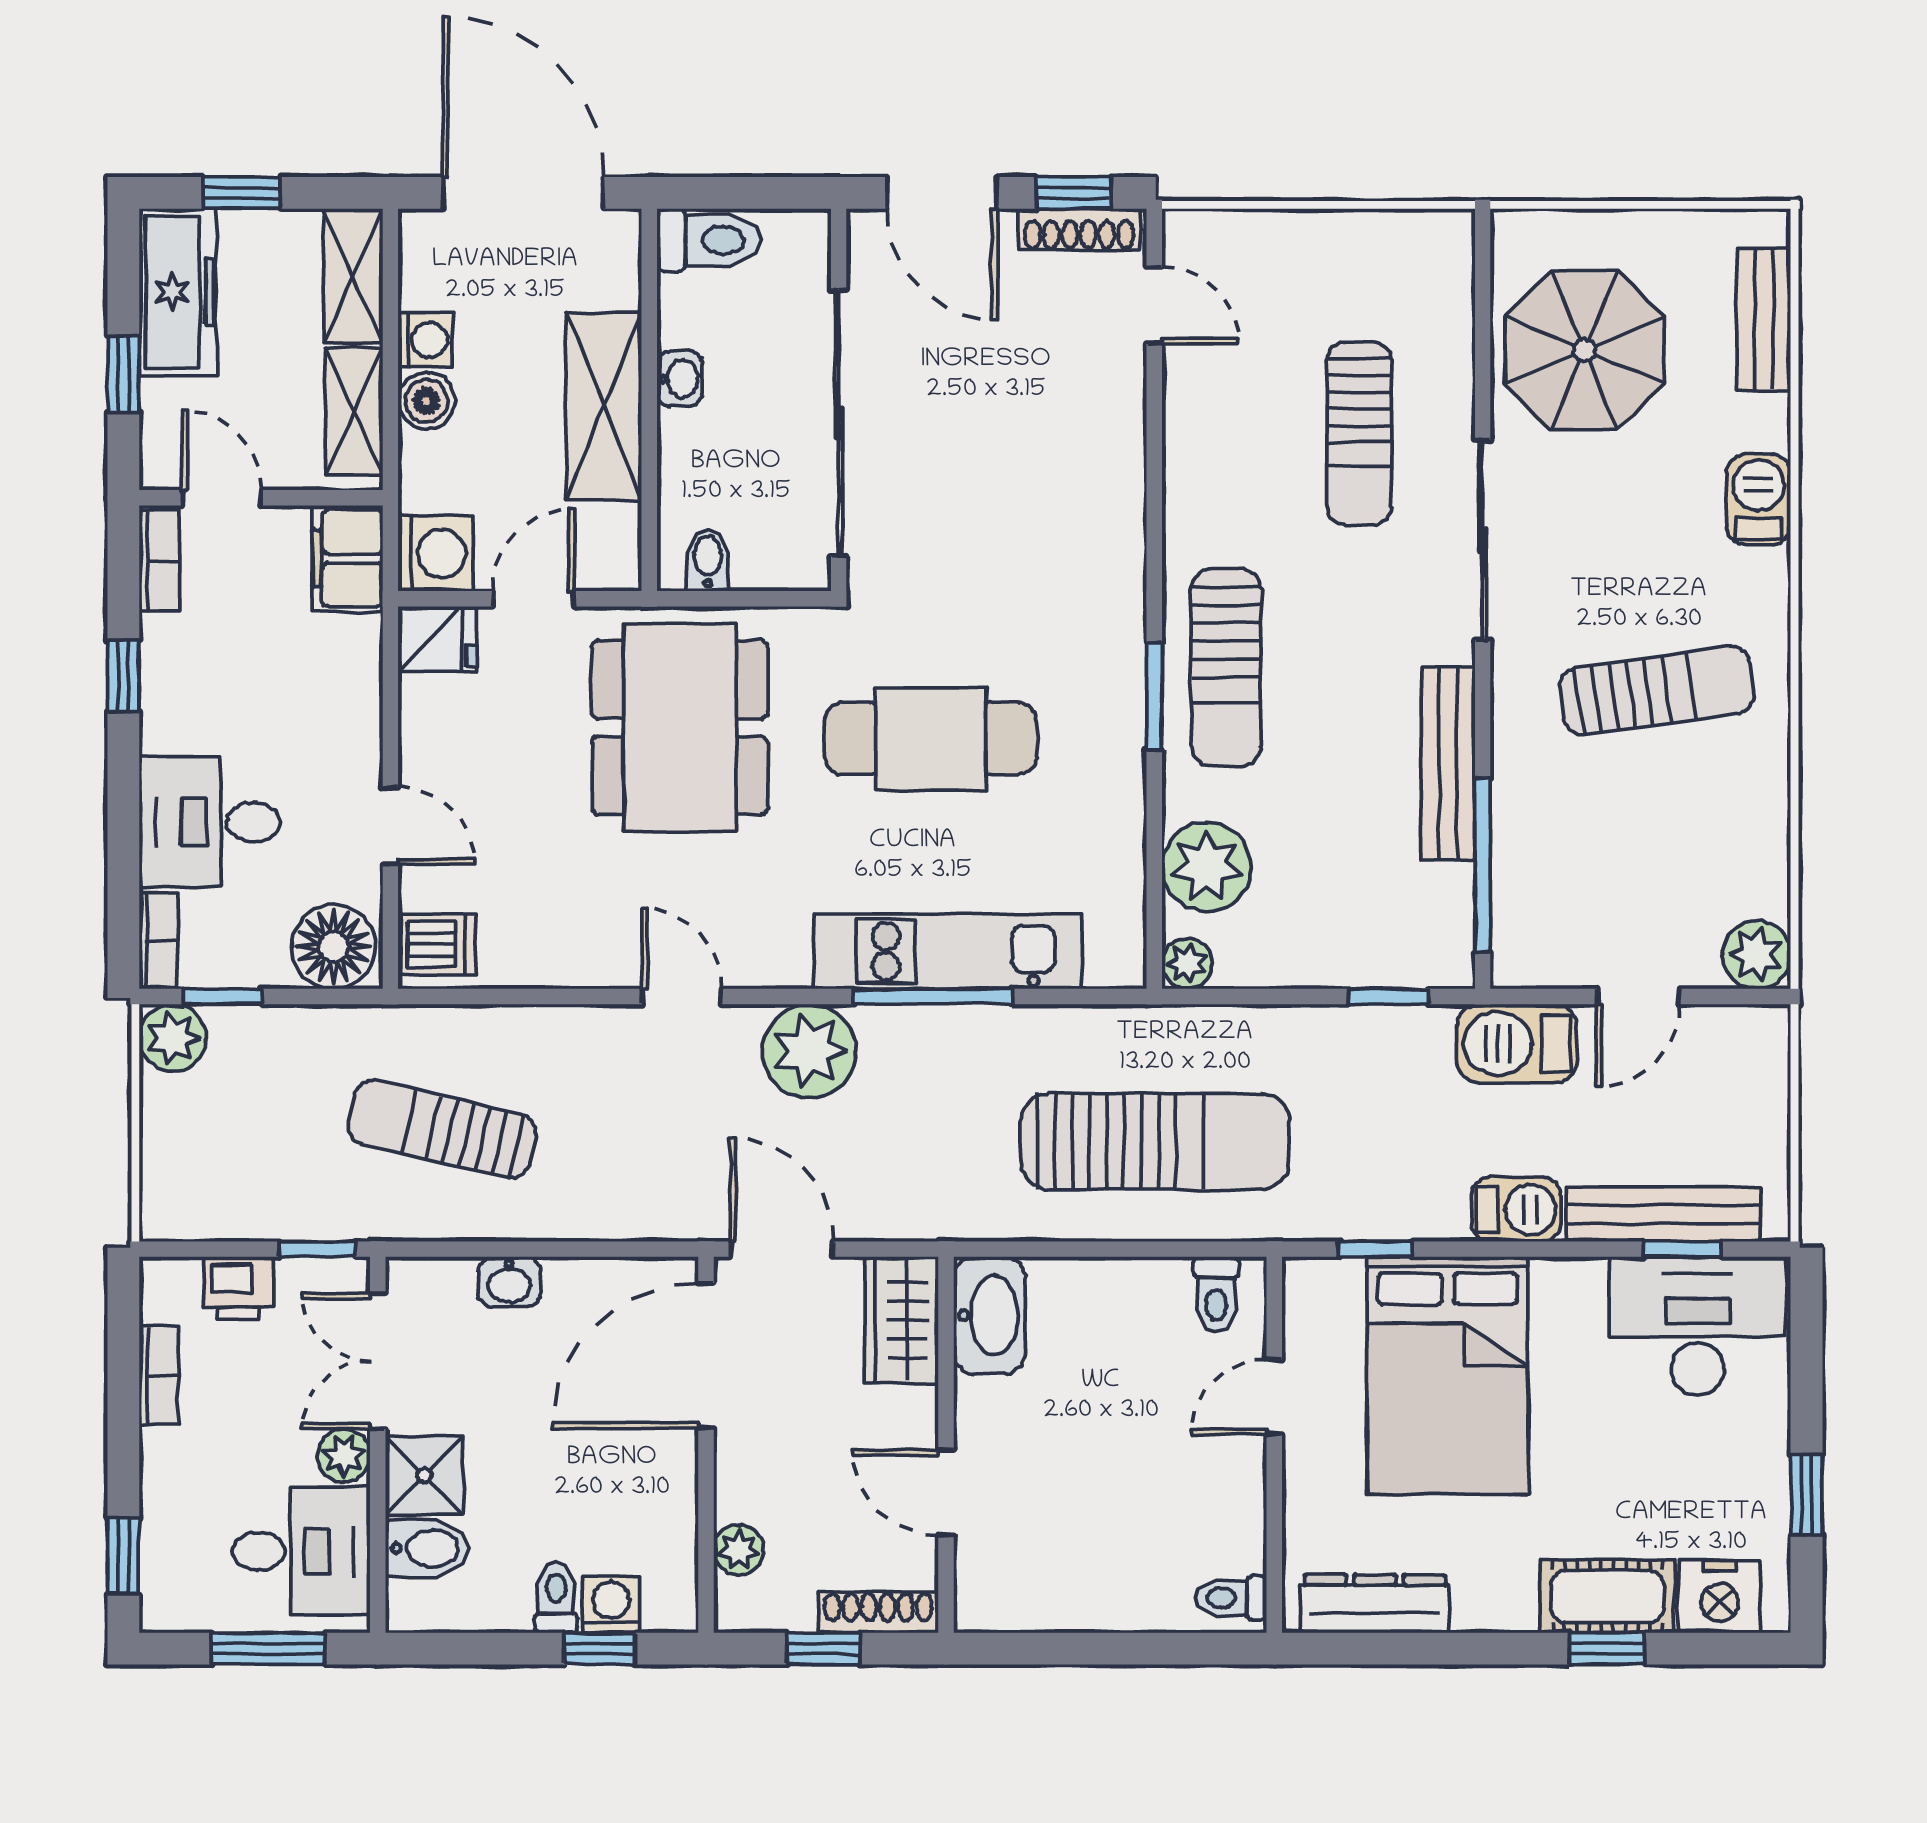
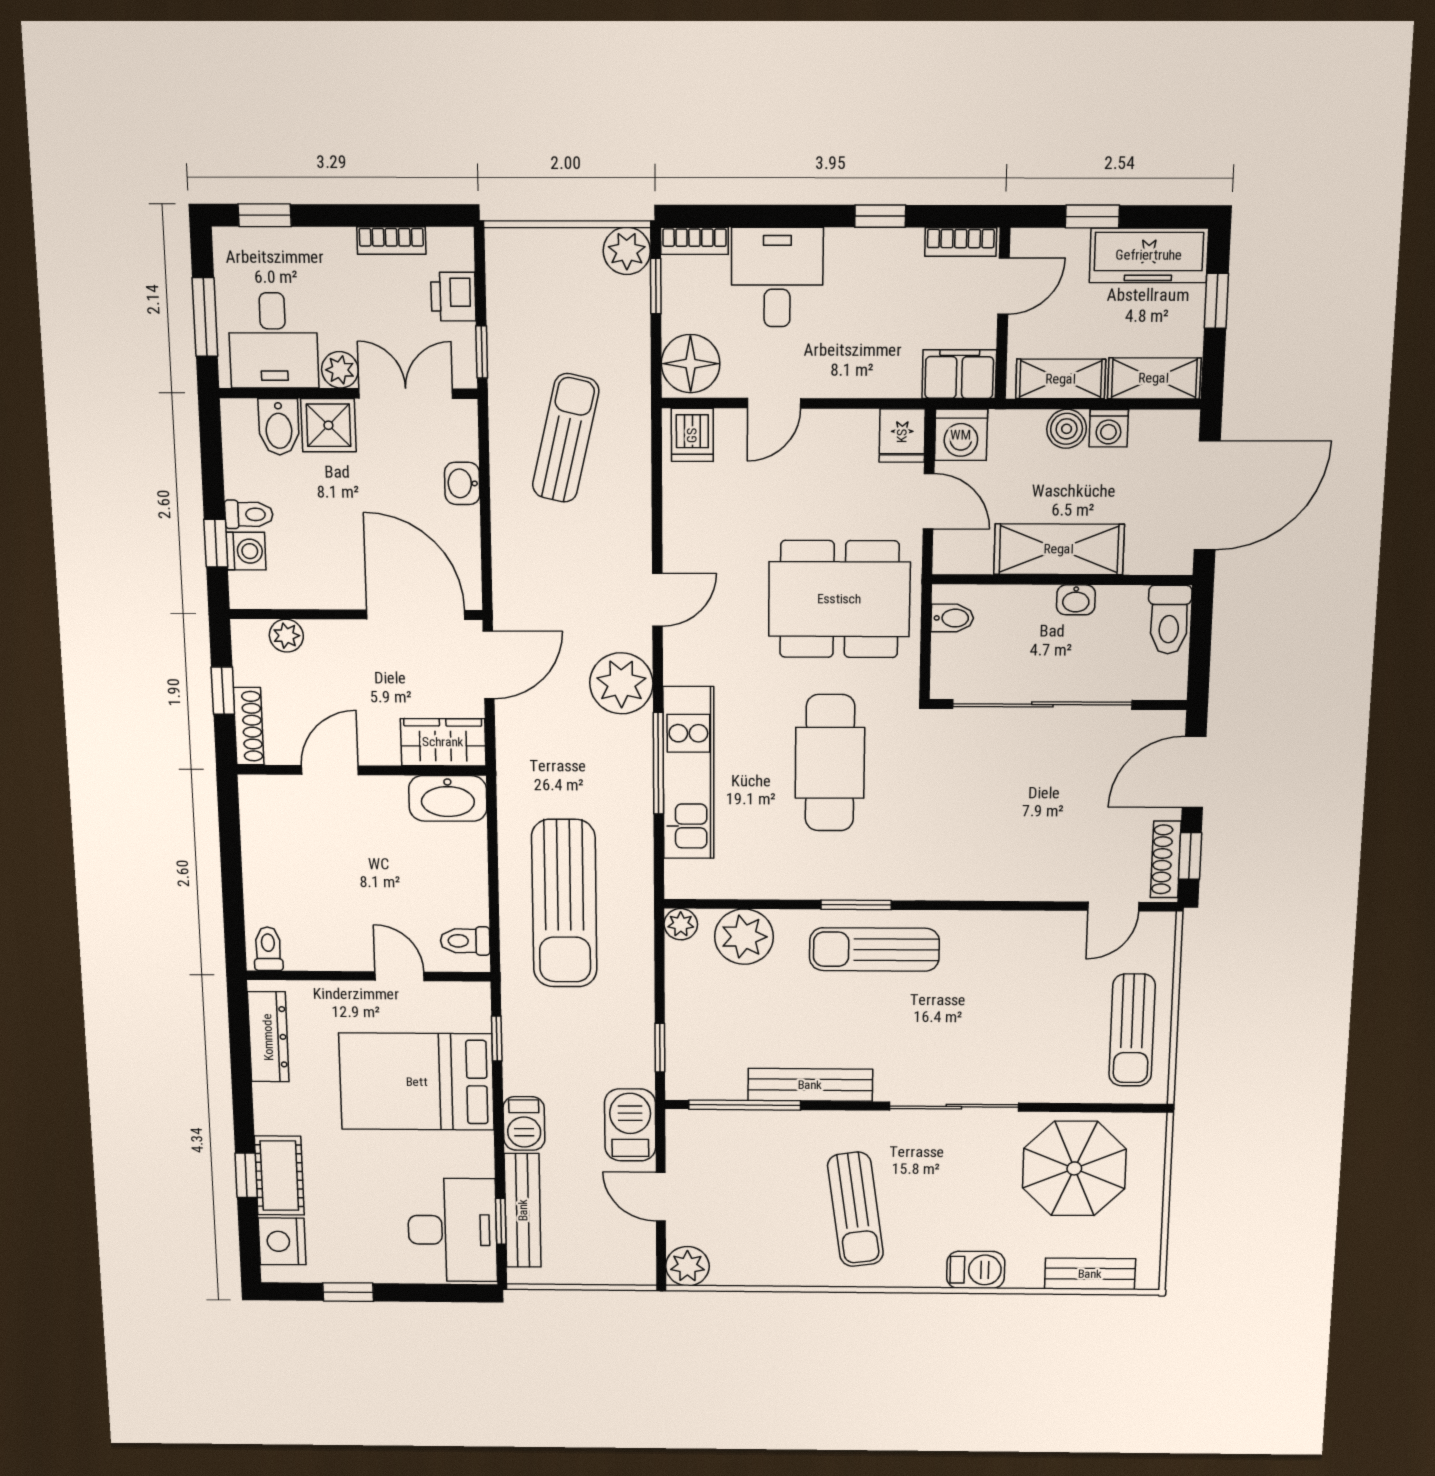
sun lounger: (1359, 433) -> (1132, 1030), moved, turned -90

